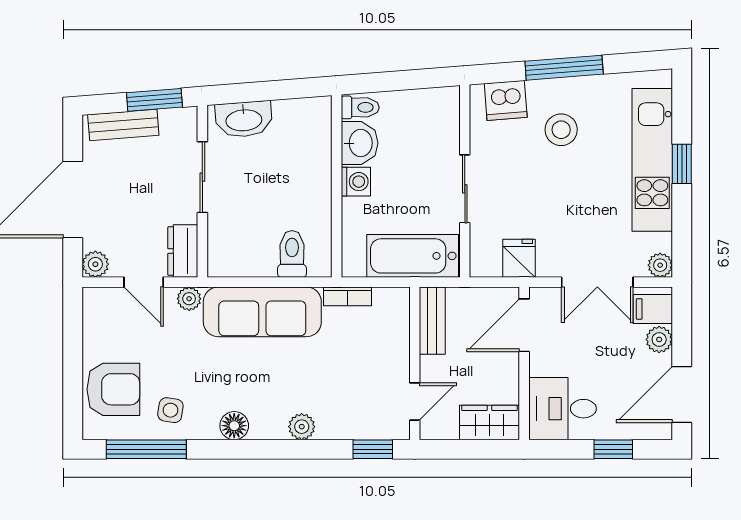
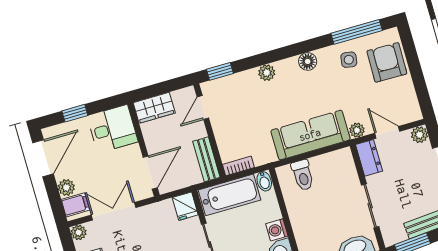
fridge: (519, 258) -> (185, 206), moved
bidet: (354, 261) -> (264, 181), added
bookcase: (348, 296) -> (238, 166), moved
armchair: (113, 389) -> (387, 62), turned 91

